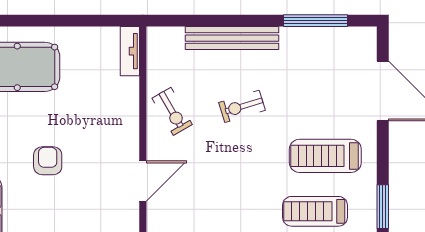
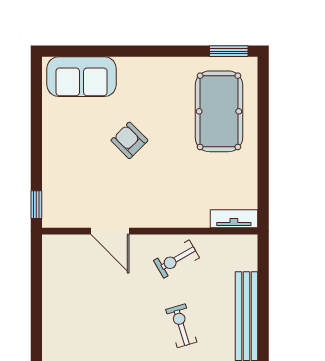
armchair: (48, 161) -> (129, 140), turned -135

